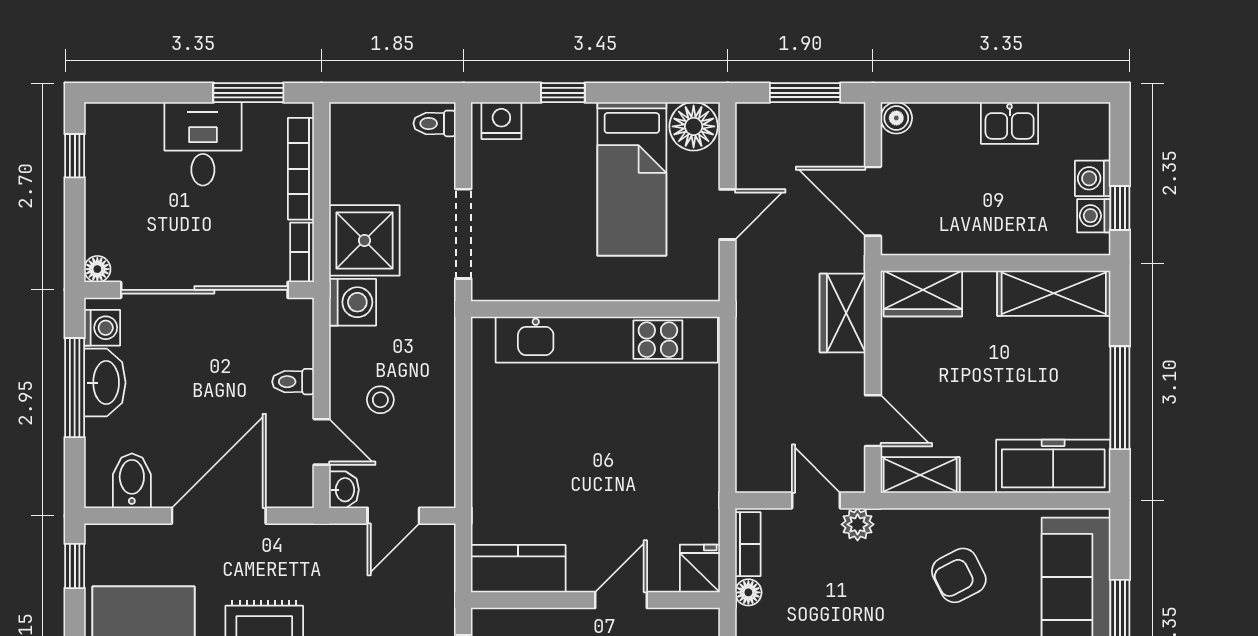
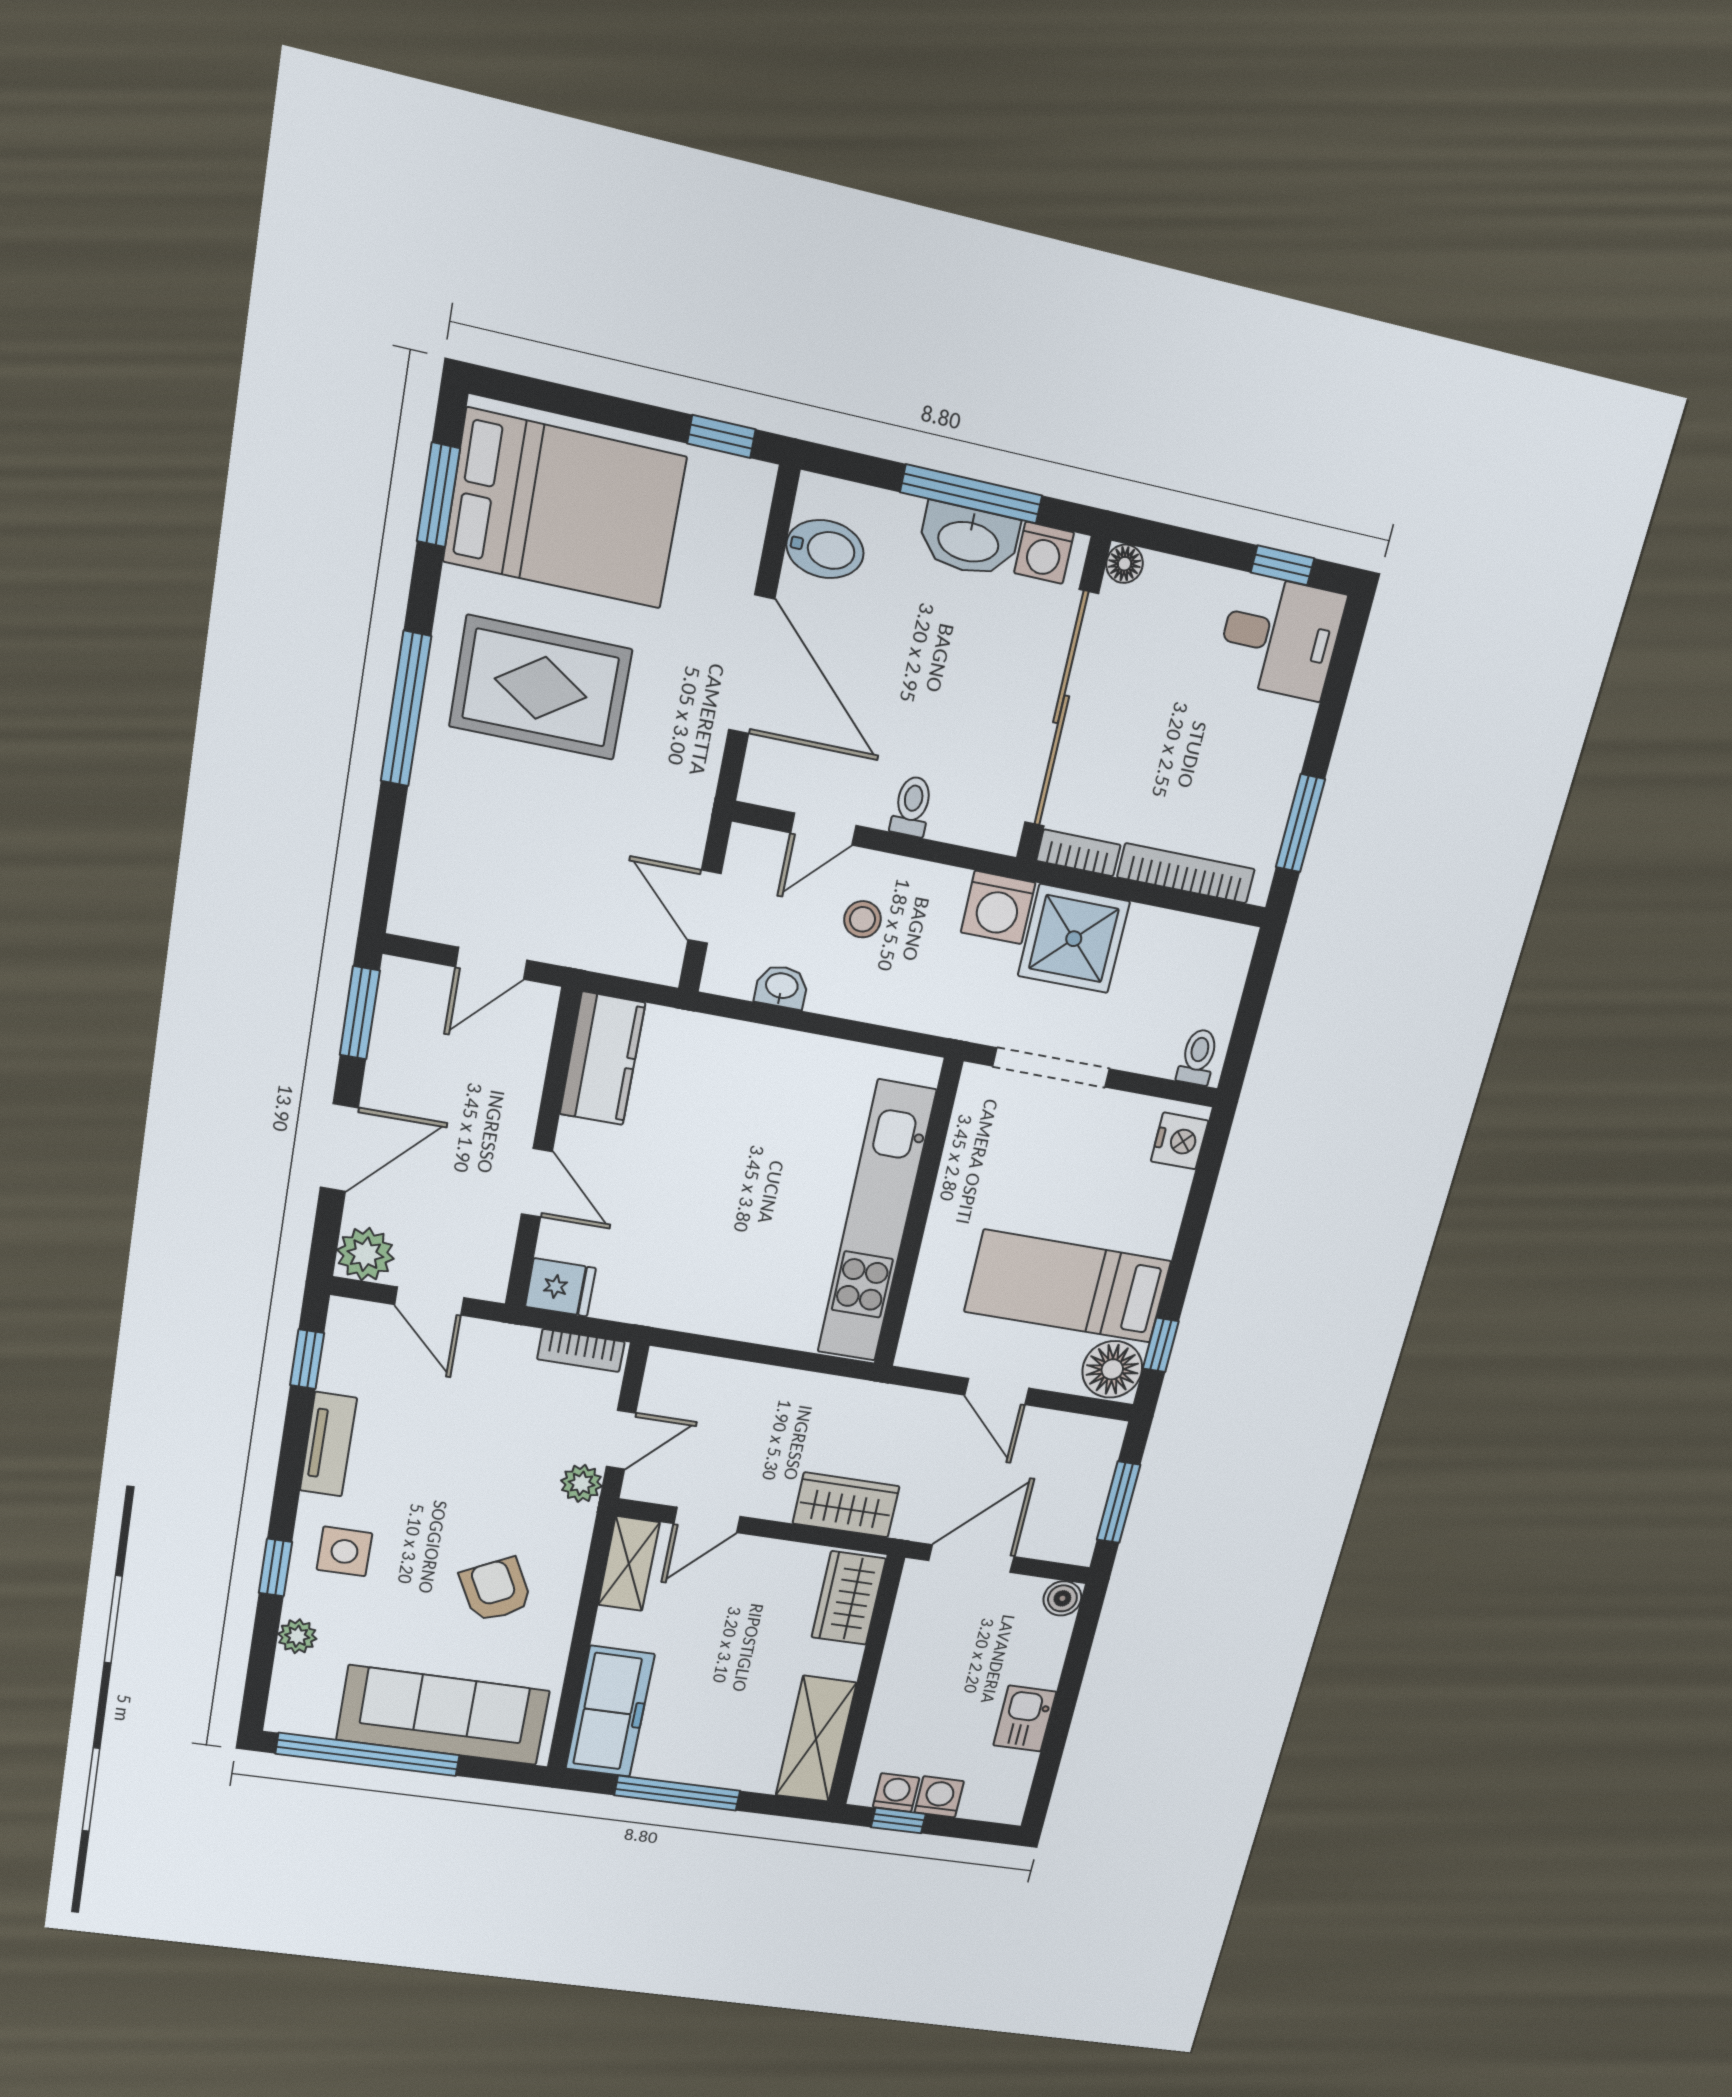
window: (563, 93) -> (1161, 1345), moved
desk: (203, 144) -> (1280, 637), moved
washbasin: (344, 490) -> (782, 987), moved, turned 180
floor lamp: (748, 592) -> (519, 1341), removed

